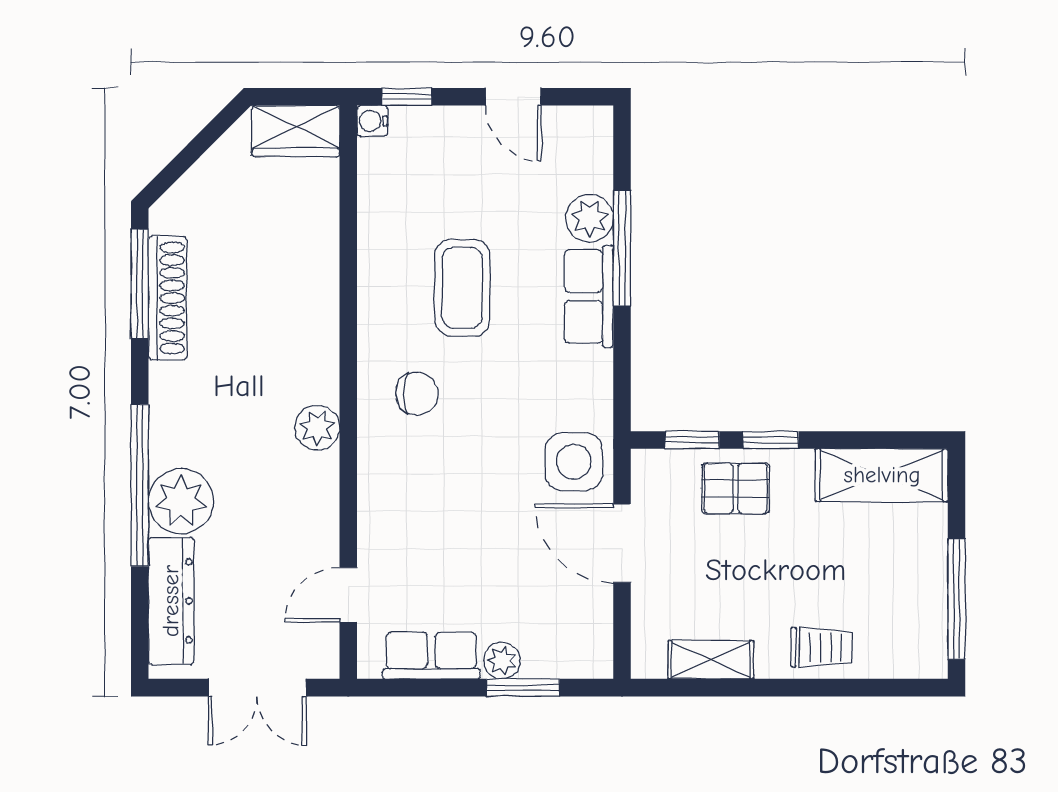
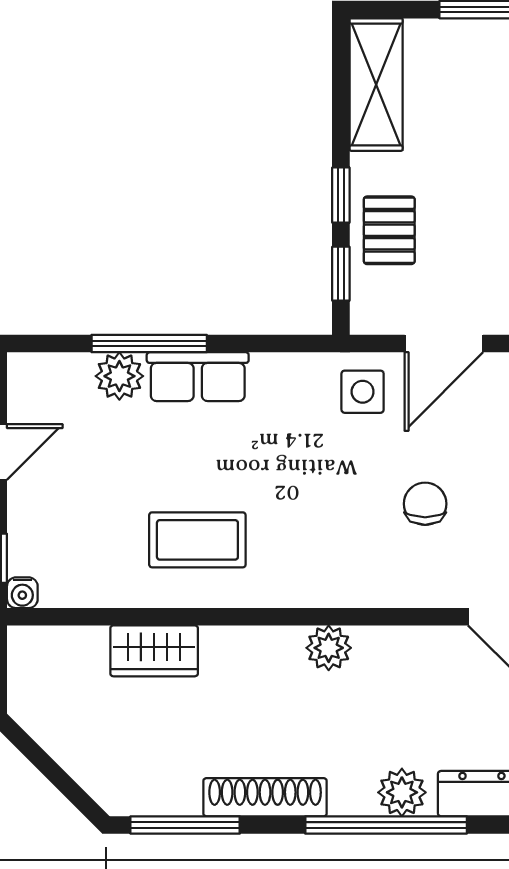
wardrobe: (296, 131) -> (154, 651), moved, turned 90
coffee table: (462, 288) -> (197, 540), moved
shoe rack: (168, 298) -> (265, 797), moved
chair: (417, 394) -> (425, 504), moved
side table: (574, 462) -> (363, 392), width x0.73, depth x0.73
plant: (181, 501) -> (402, 792), width x0.73, depth x0.73

